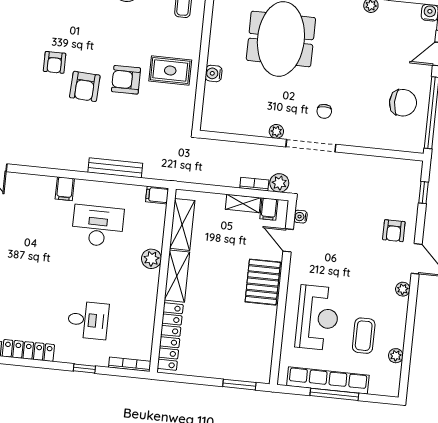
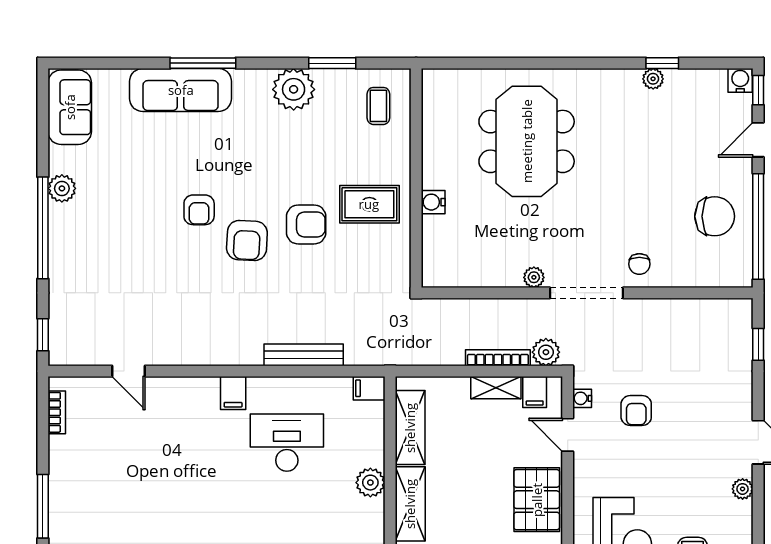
armchair: (126, 80) -> (306, 224), turned 180
chair: (324, 111) -> (639, 264), moved
bookcase: (254, 184) -> (498, 358), width x1.56
armchair: (394, 231) -> (636, 411), moved

